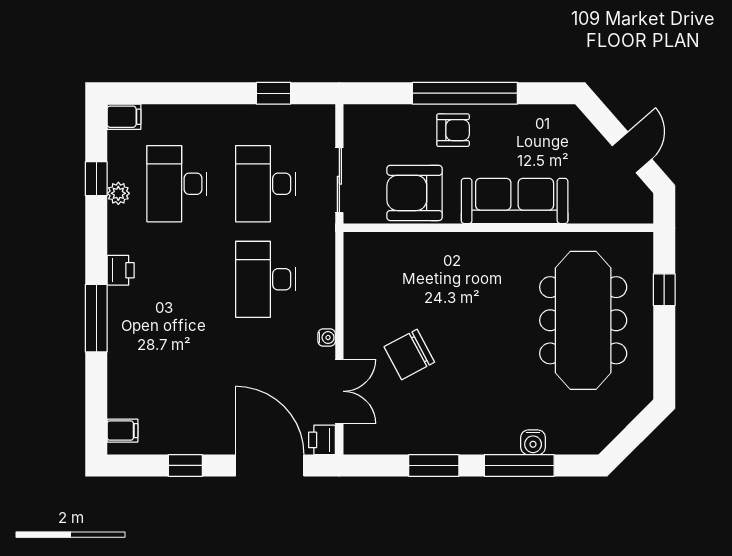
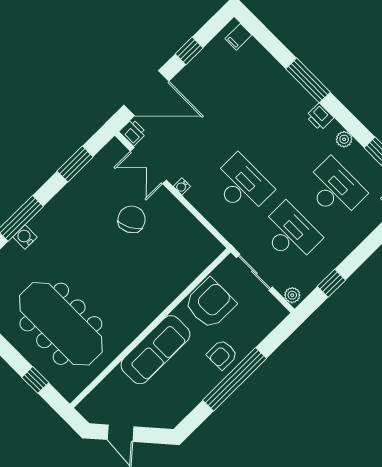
plant: (324, 120) -> (292, 295), added
plant: (118, 193) -> (344, 139), moved
window: (434, 465) -> (75, 164), moved

